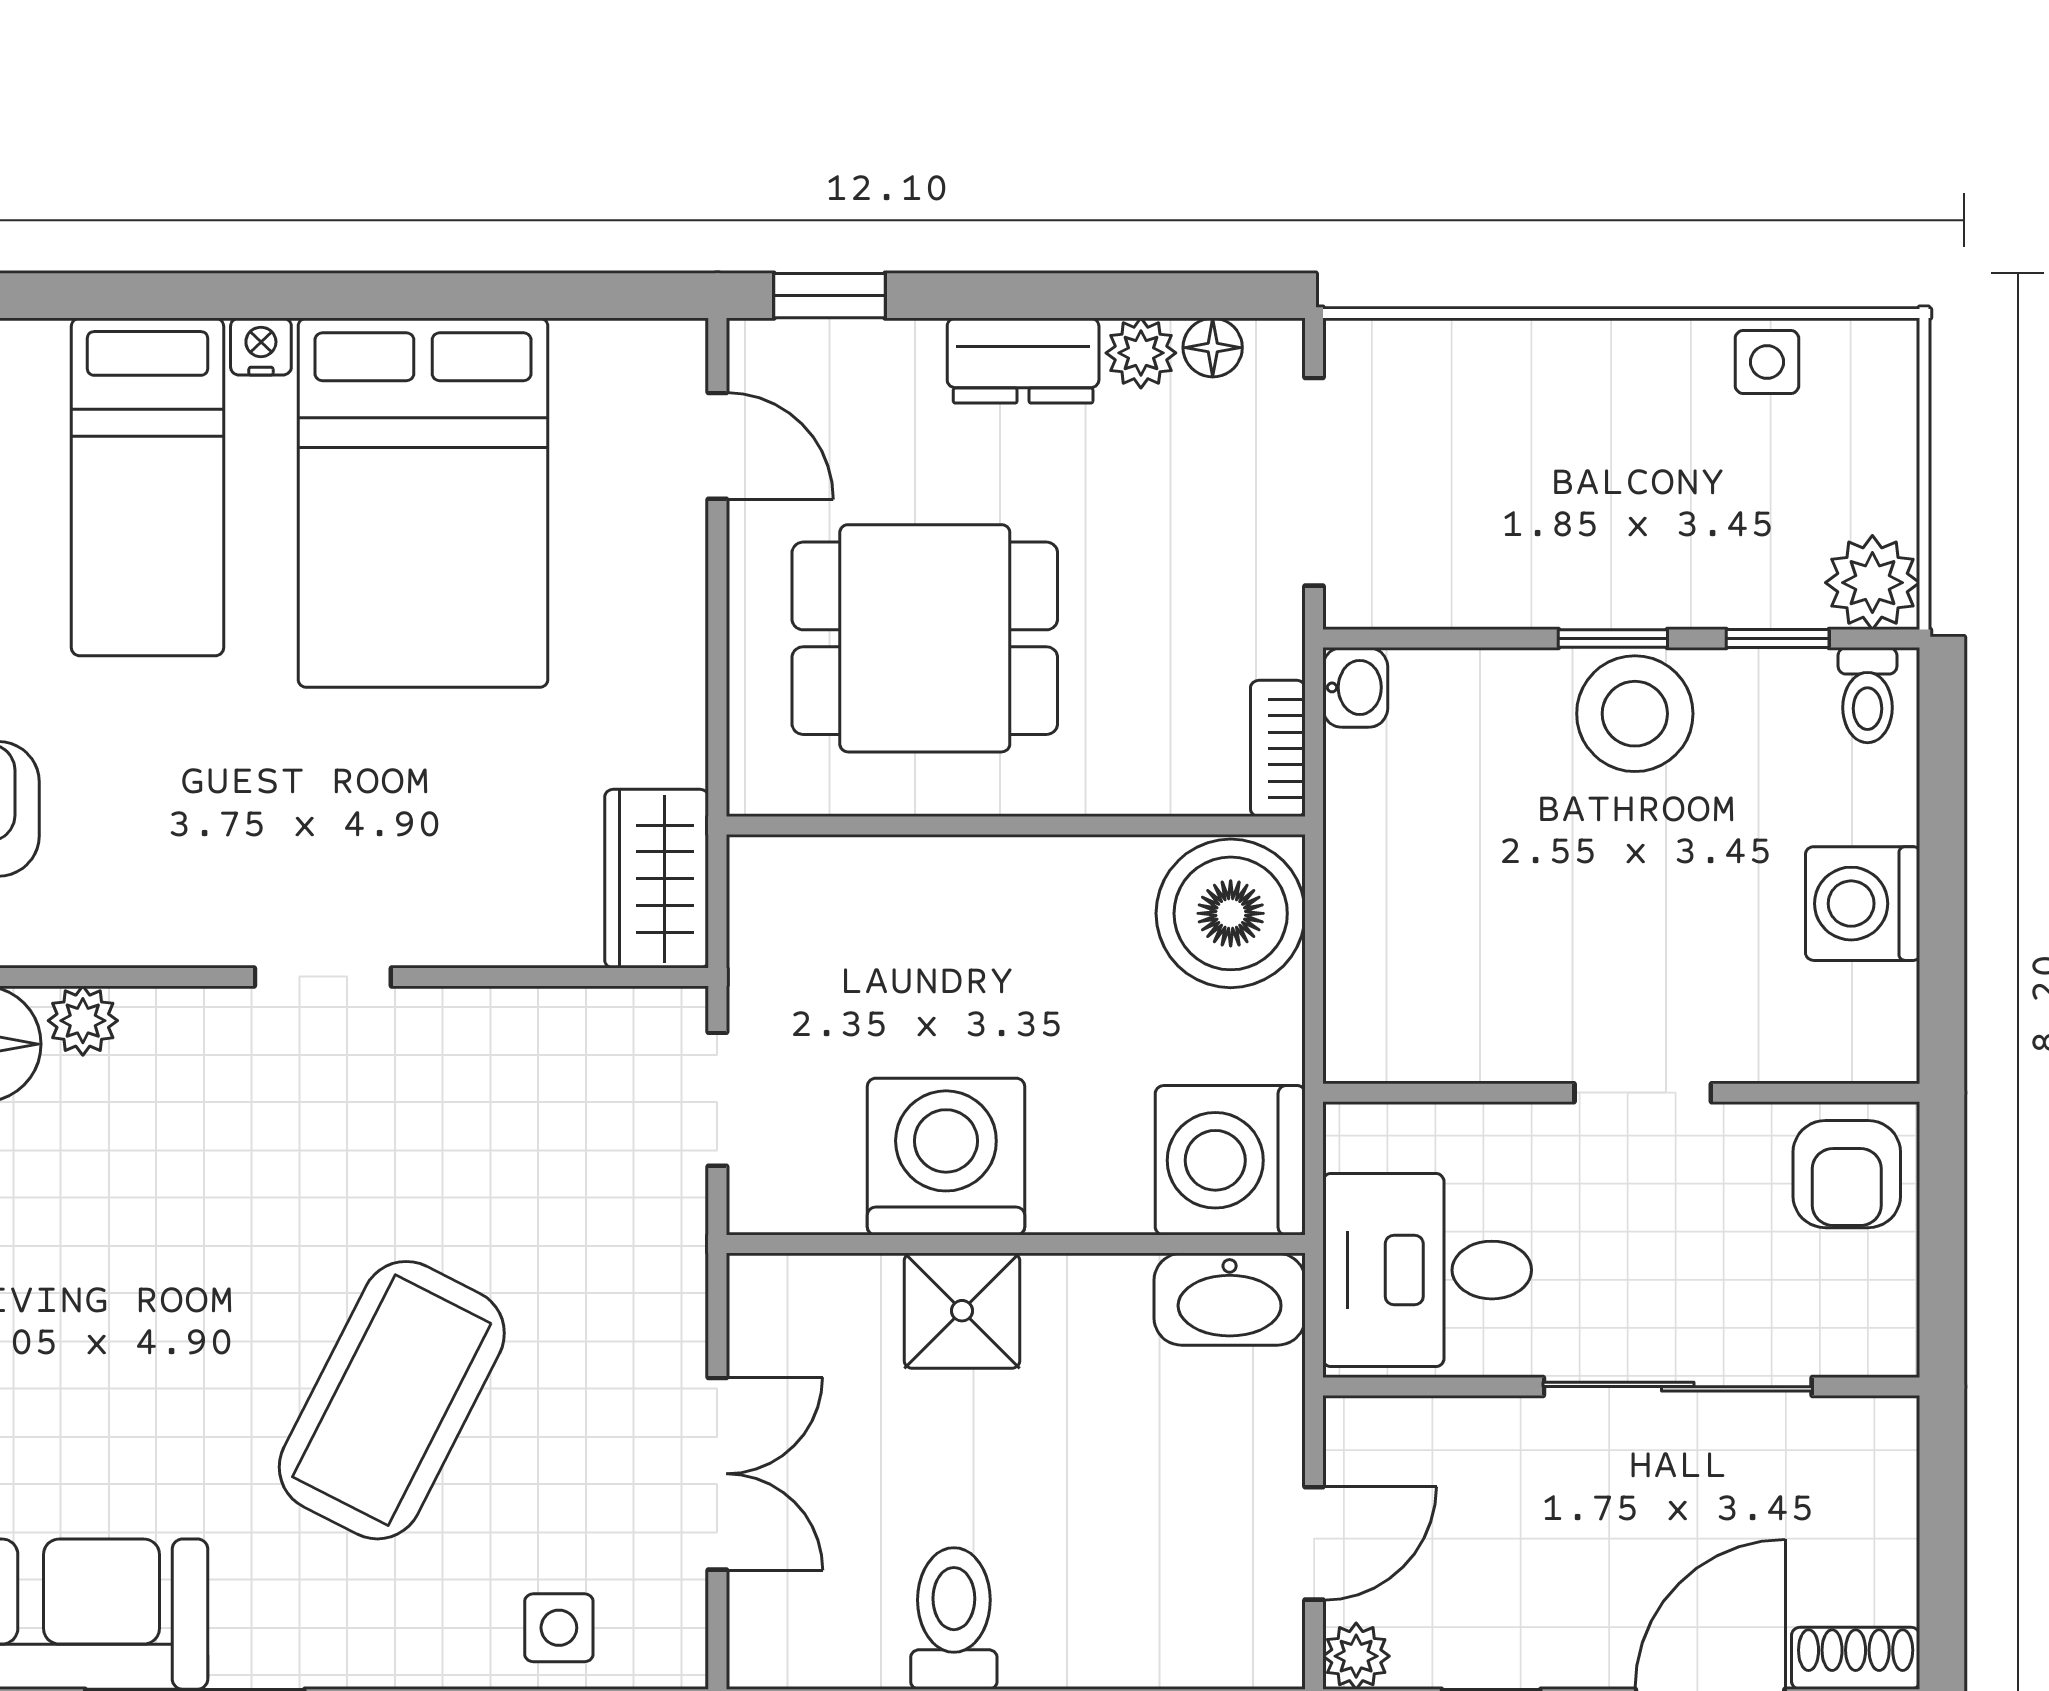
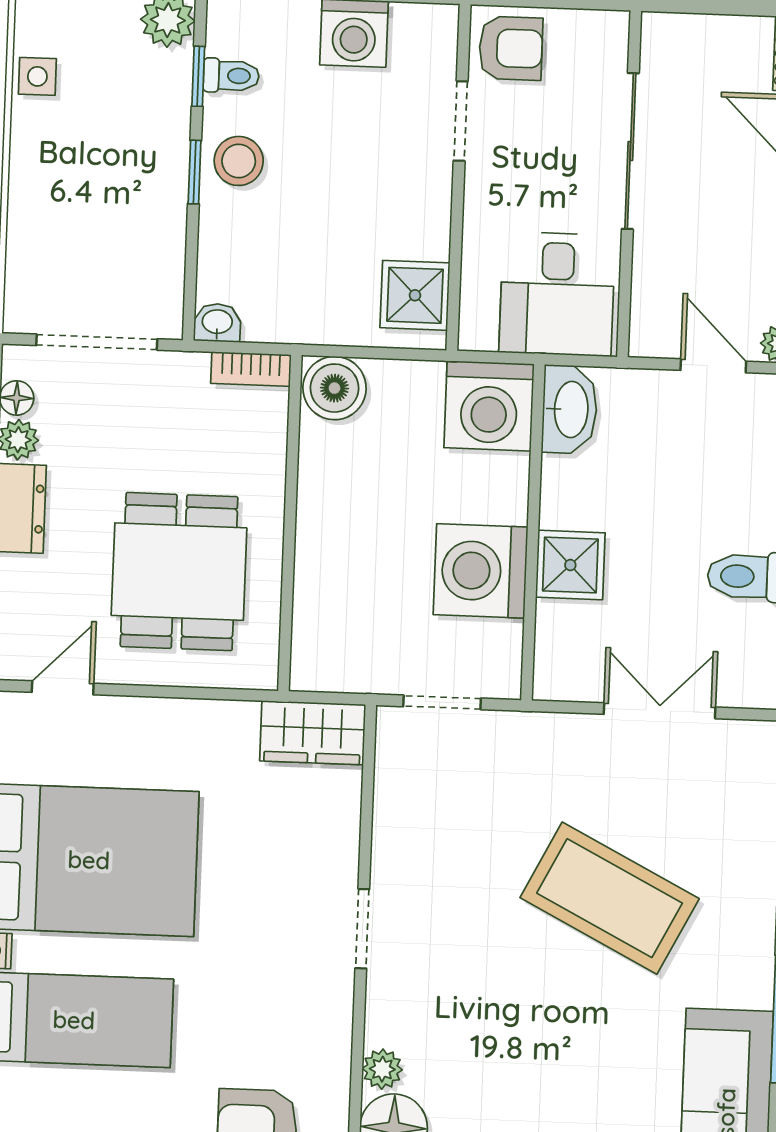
toilet: (1867, 695) -> (231, 76), moved
stool: (1635, 714) -> (239, 161), width x0.73, depth x0.73
boiler: (1231, 913) -> (334, 388), width x0.73, depth x0.73
shower: (1416, 1026) -> (415, 295), added
doorway: (1643, 1093) -> (461, 121), moved
side table: (559, 1628) -> (745, 806), removed

